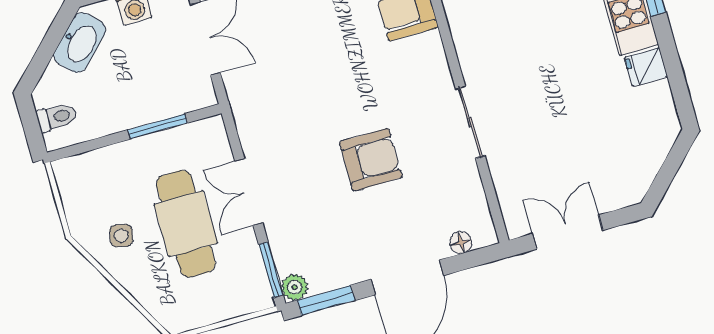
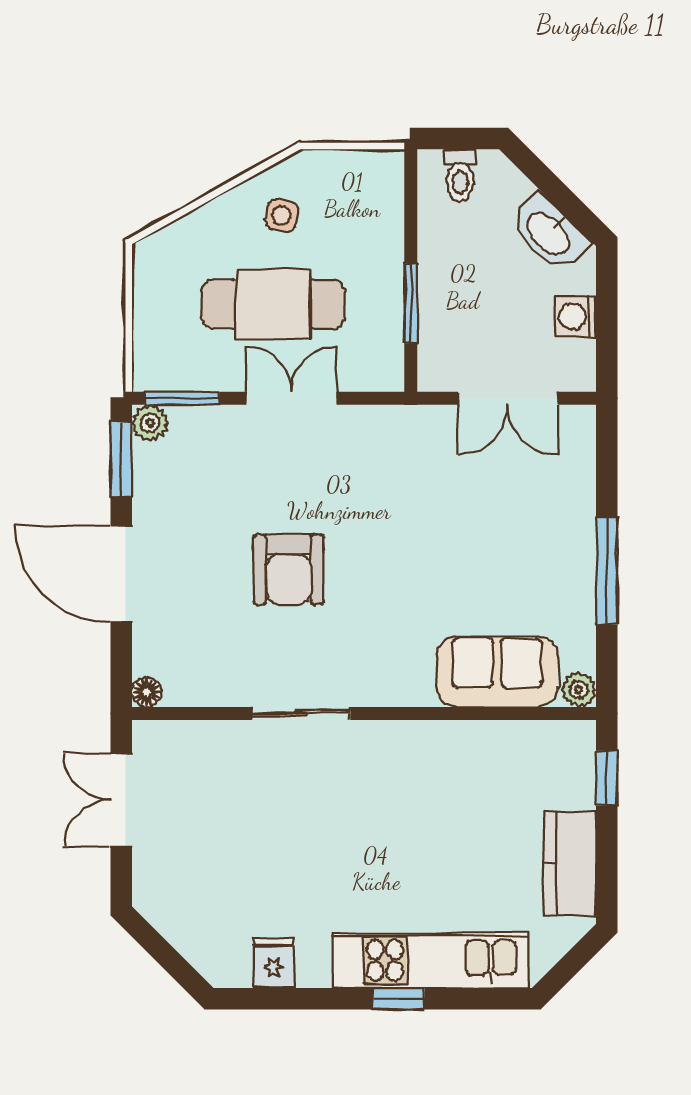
fridge: (646, 67) -> (274, 963), moved
double door: (568, 232) -> (121, 800), swing flipped
floor lamp: (461, 243) -> (147, 692), moved

